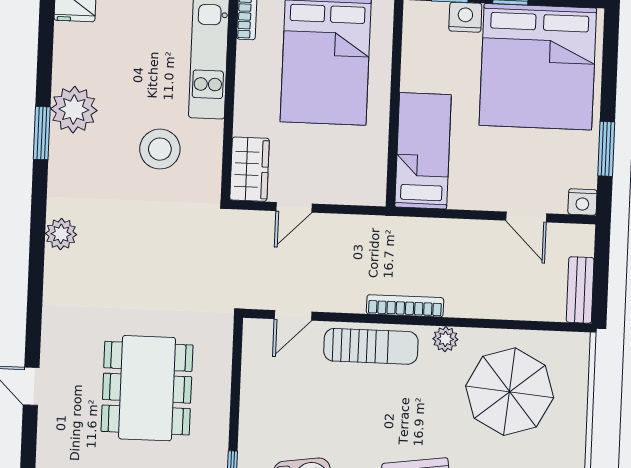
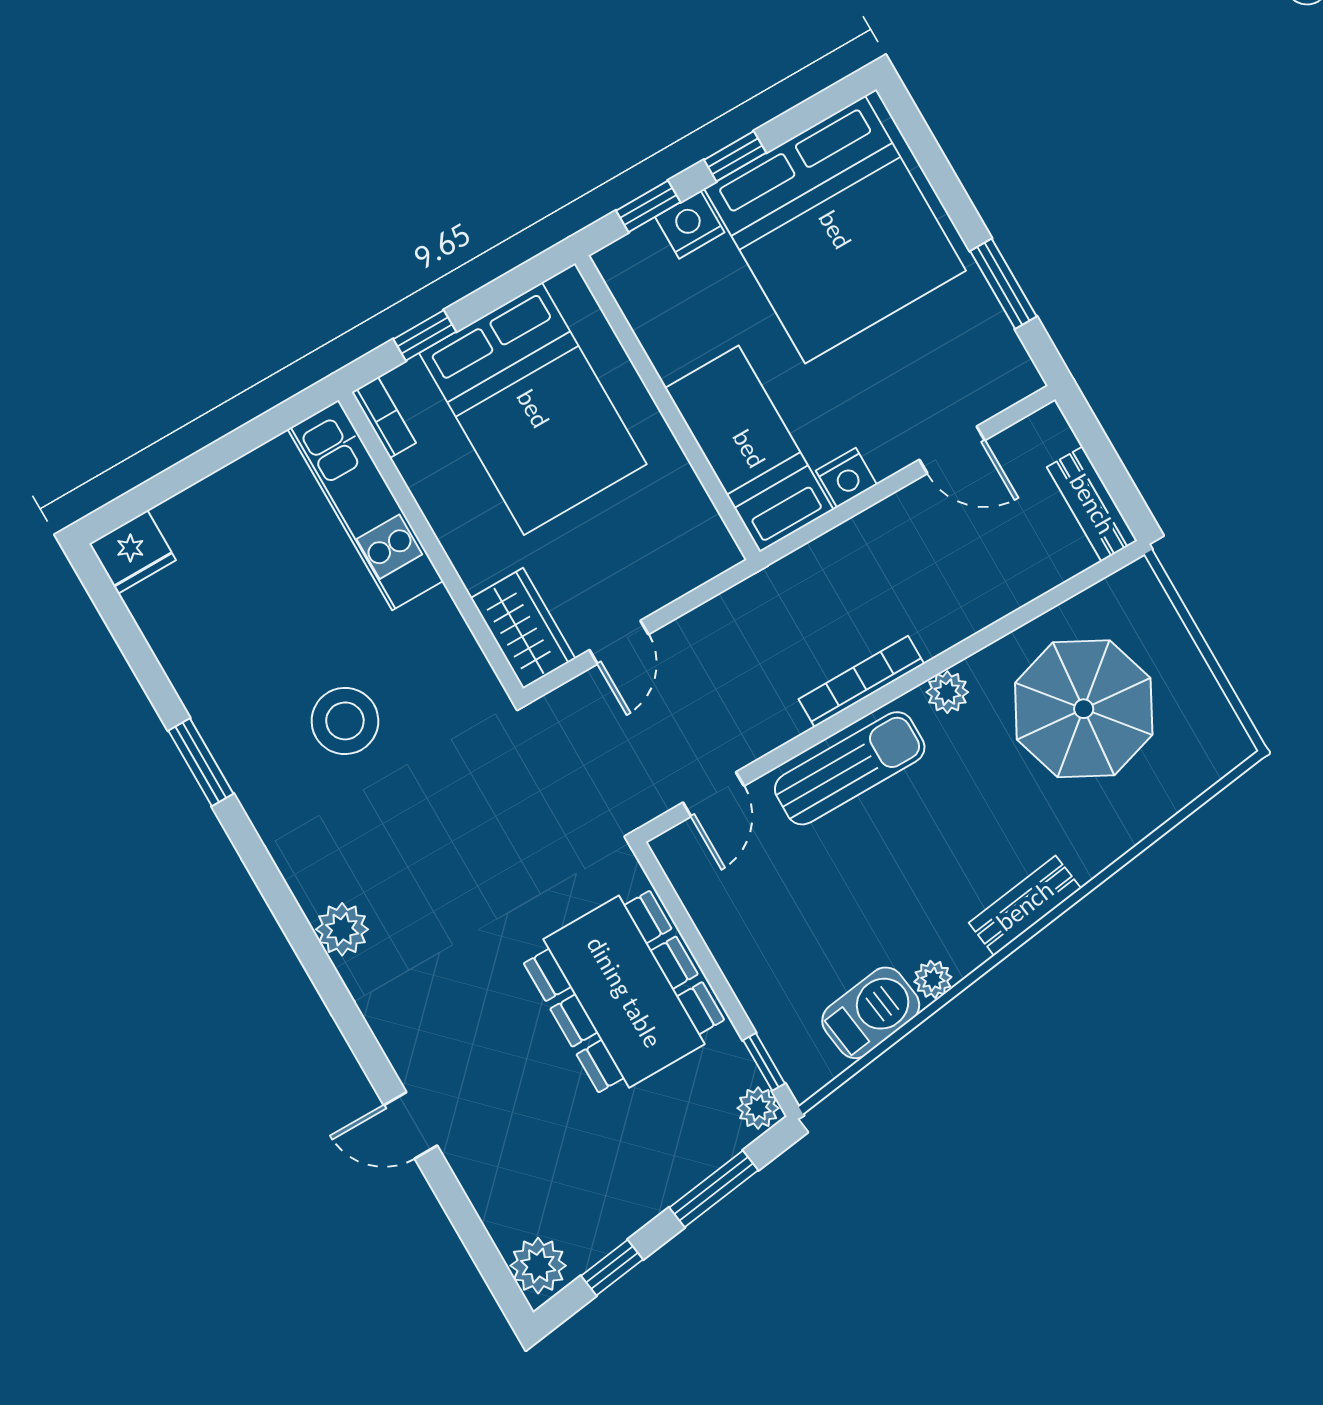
plant: (74, 110) -> (225, 701), removed
stool: (160, 149) -> (345, 721), moved
nightstand: (582, 202) -> (846, 478), moved
plant: (61, 234) -> (342, 929), moved
dining table: (147, 388) -> (624, 992), moved

